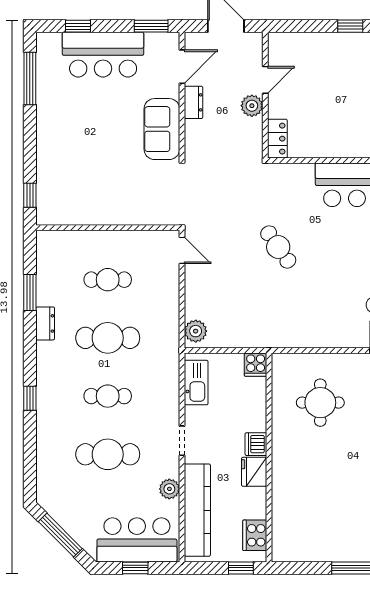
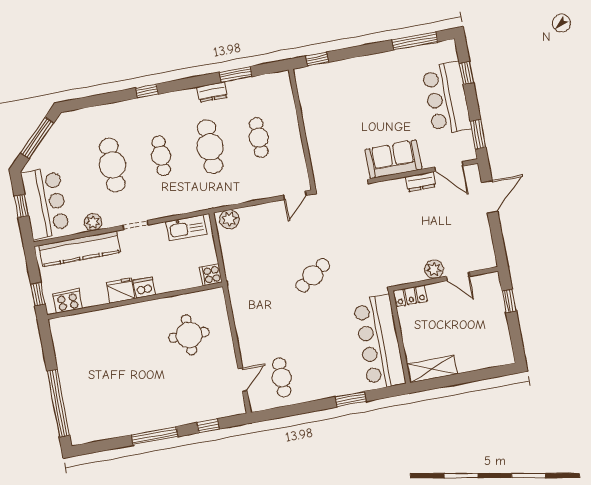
door: (265, 80) -> (458, 276), moved
wall: (265, 95) -> (445, 279), moved
plant: (252, 106) -> (434, 269), moved
locker: (277, 139) -> (411, 296), moved

